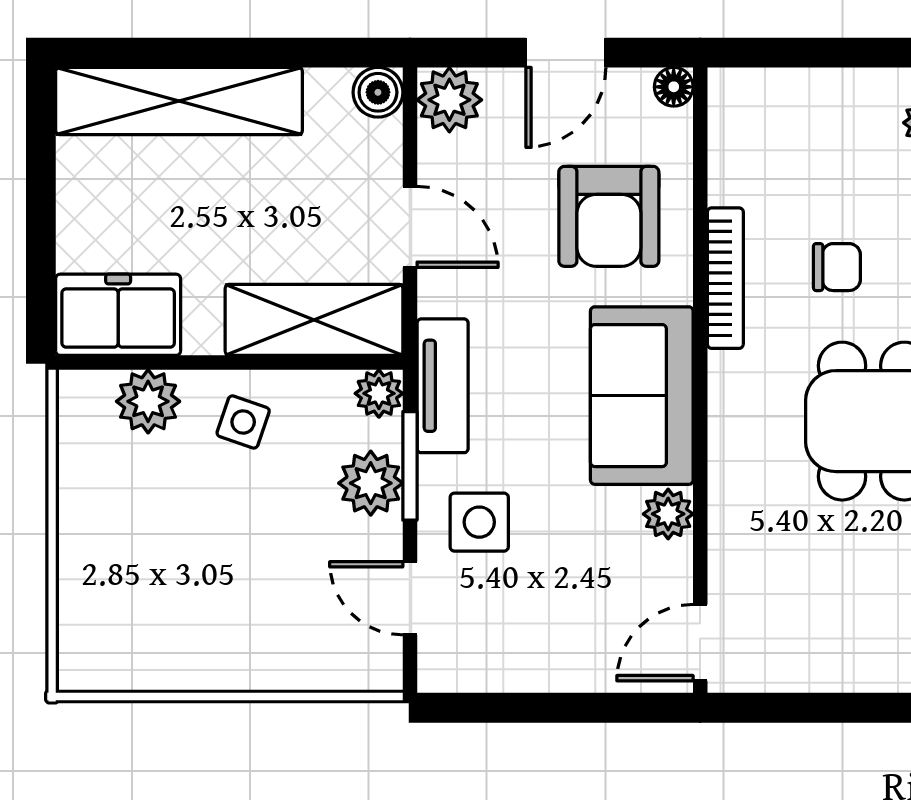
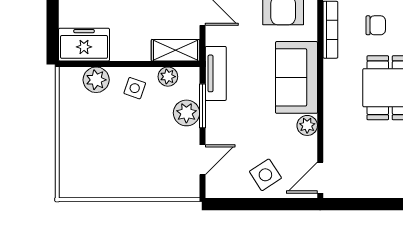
shelving: (314, 320) -> (176, 50), width x0.67, depth x0.75
plant: (379, 393) -> (168, 77), moved
side table: (479, 522) -> (265, 175), moved, turned -33
door: (410, 598) -> (202, 160), swing flipped

